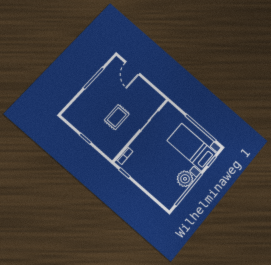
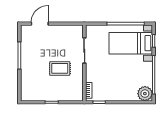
door: (132, 68) -> (40, 24), swing flipped
rug: (117, 117) -> (60, 68), turned 90
plant: (185, 179) -> (145, 94), moved

